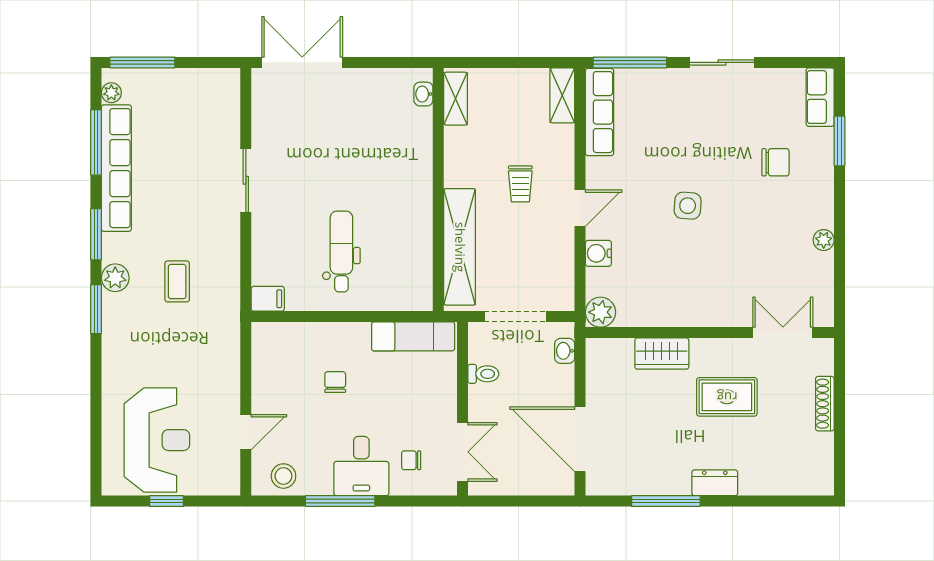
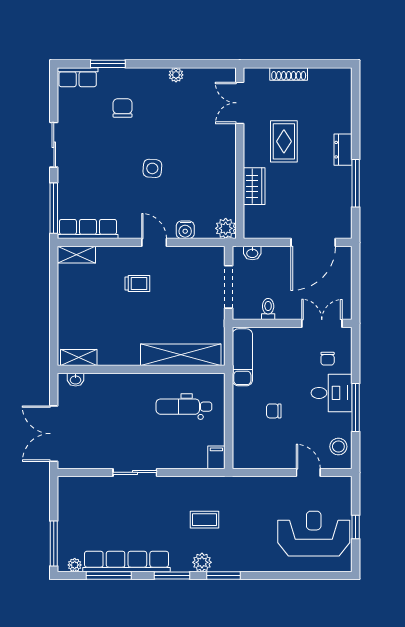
washbasin: (423, 94) -> (76, 380), moved
shelving: (456, 99) -> (79, 358), moved
wall: (438, 189) -> (141, 369), moved
shelving: (460, 247) -> (181, 355), moved

